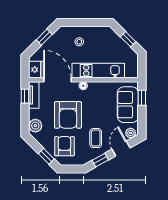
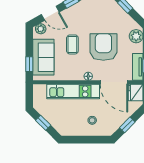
coffee table: (96, 138) -> (72, 44), moved
armchair: (64, 146) -> (107, 16), removed
door: (121, 149) -> (50, 13), hinge flipped

